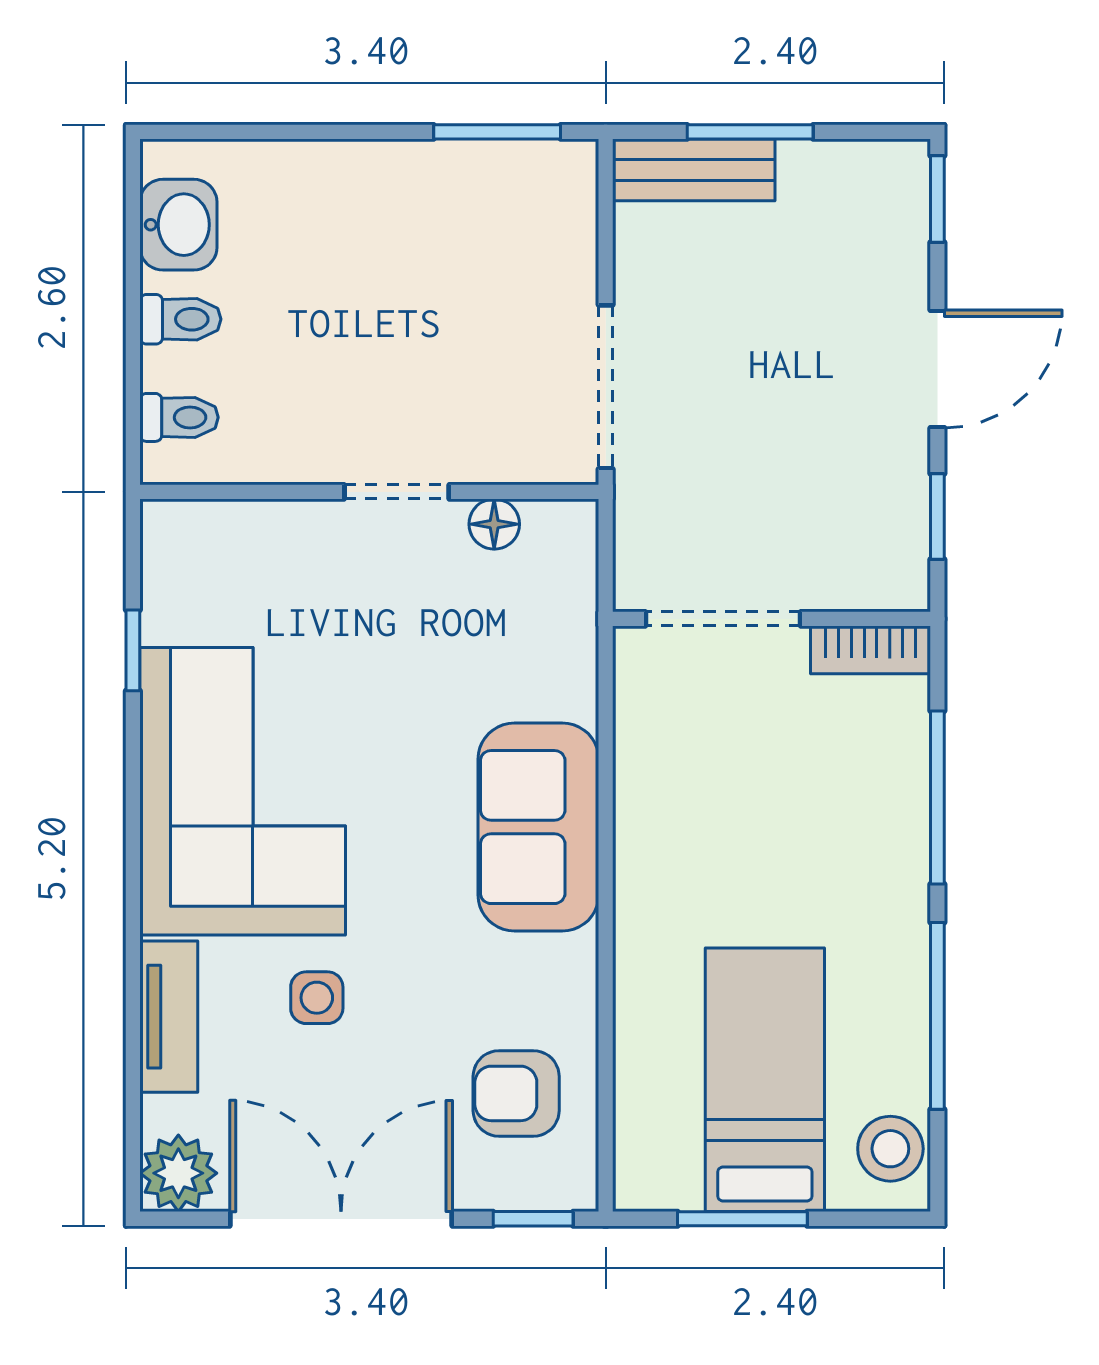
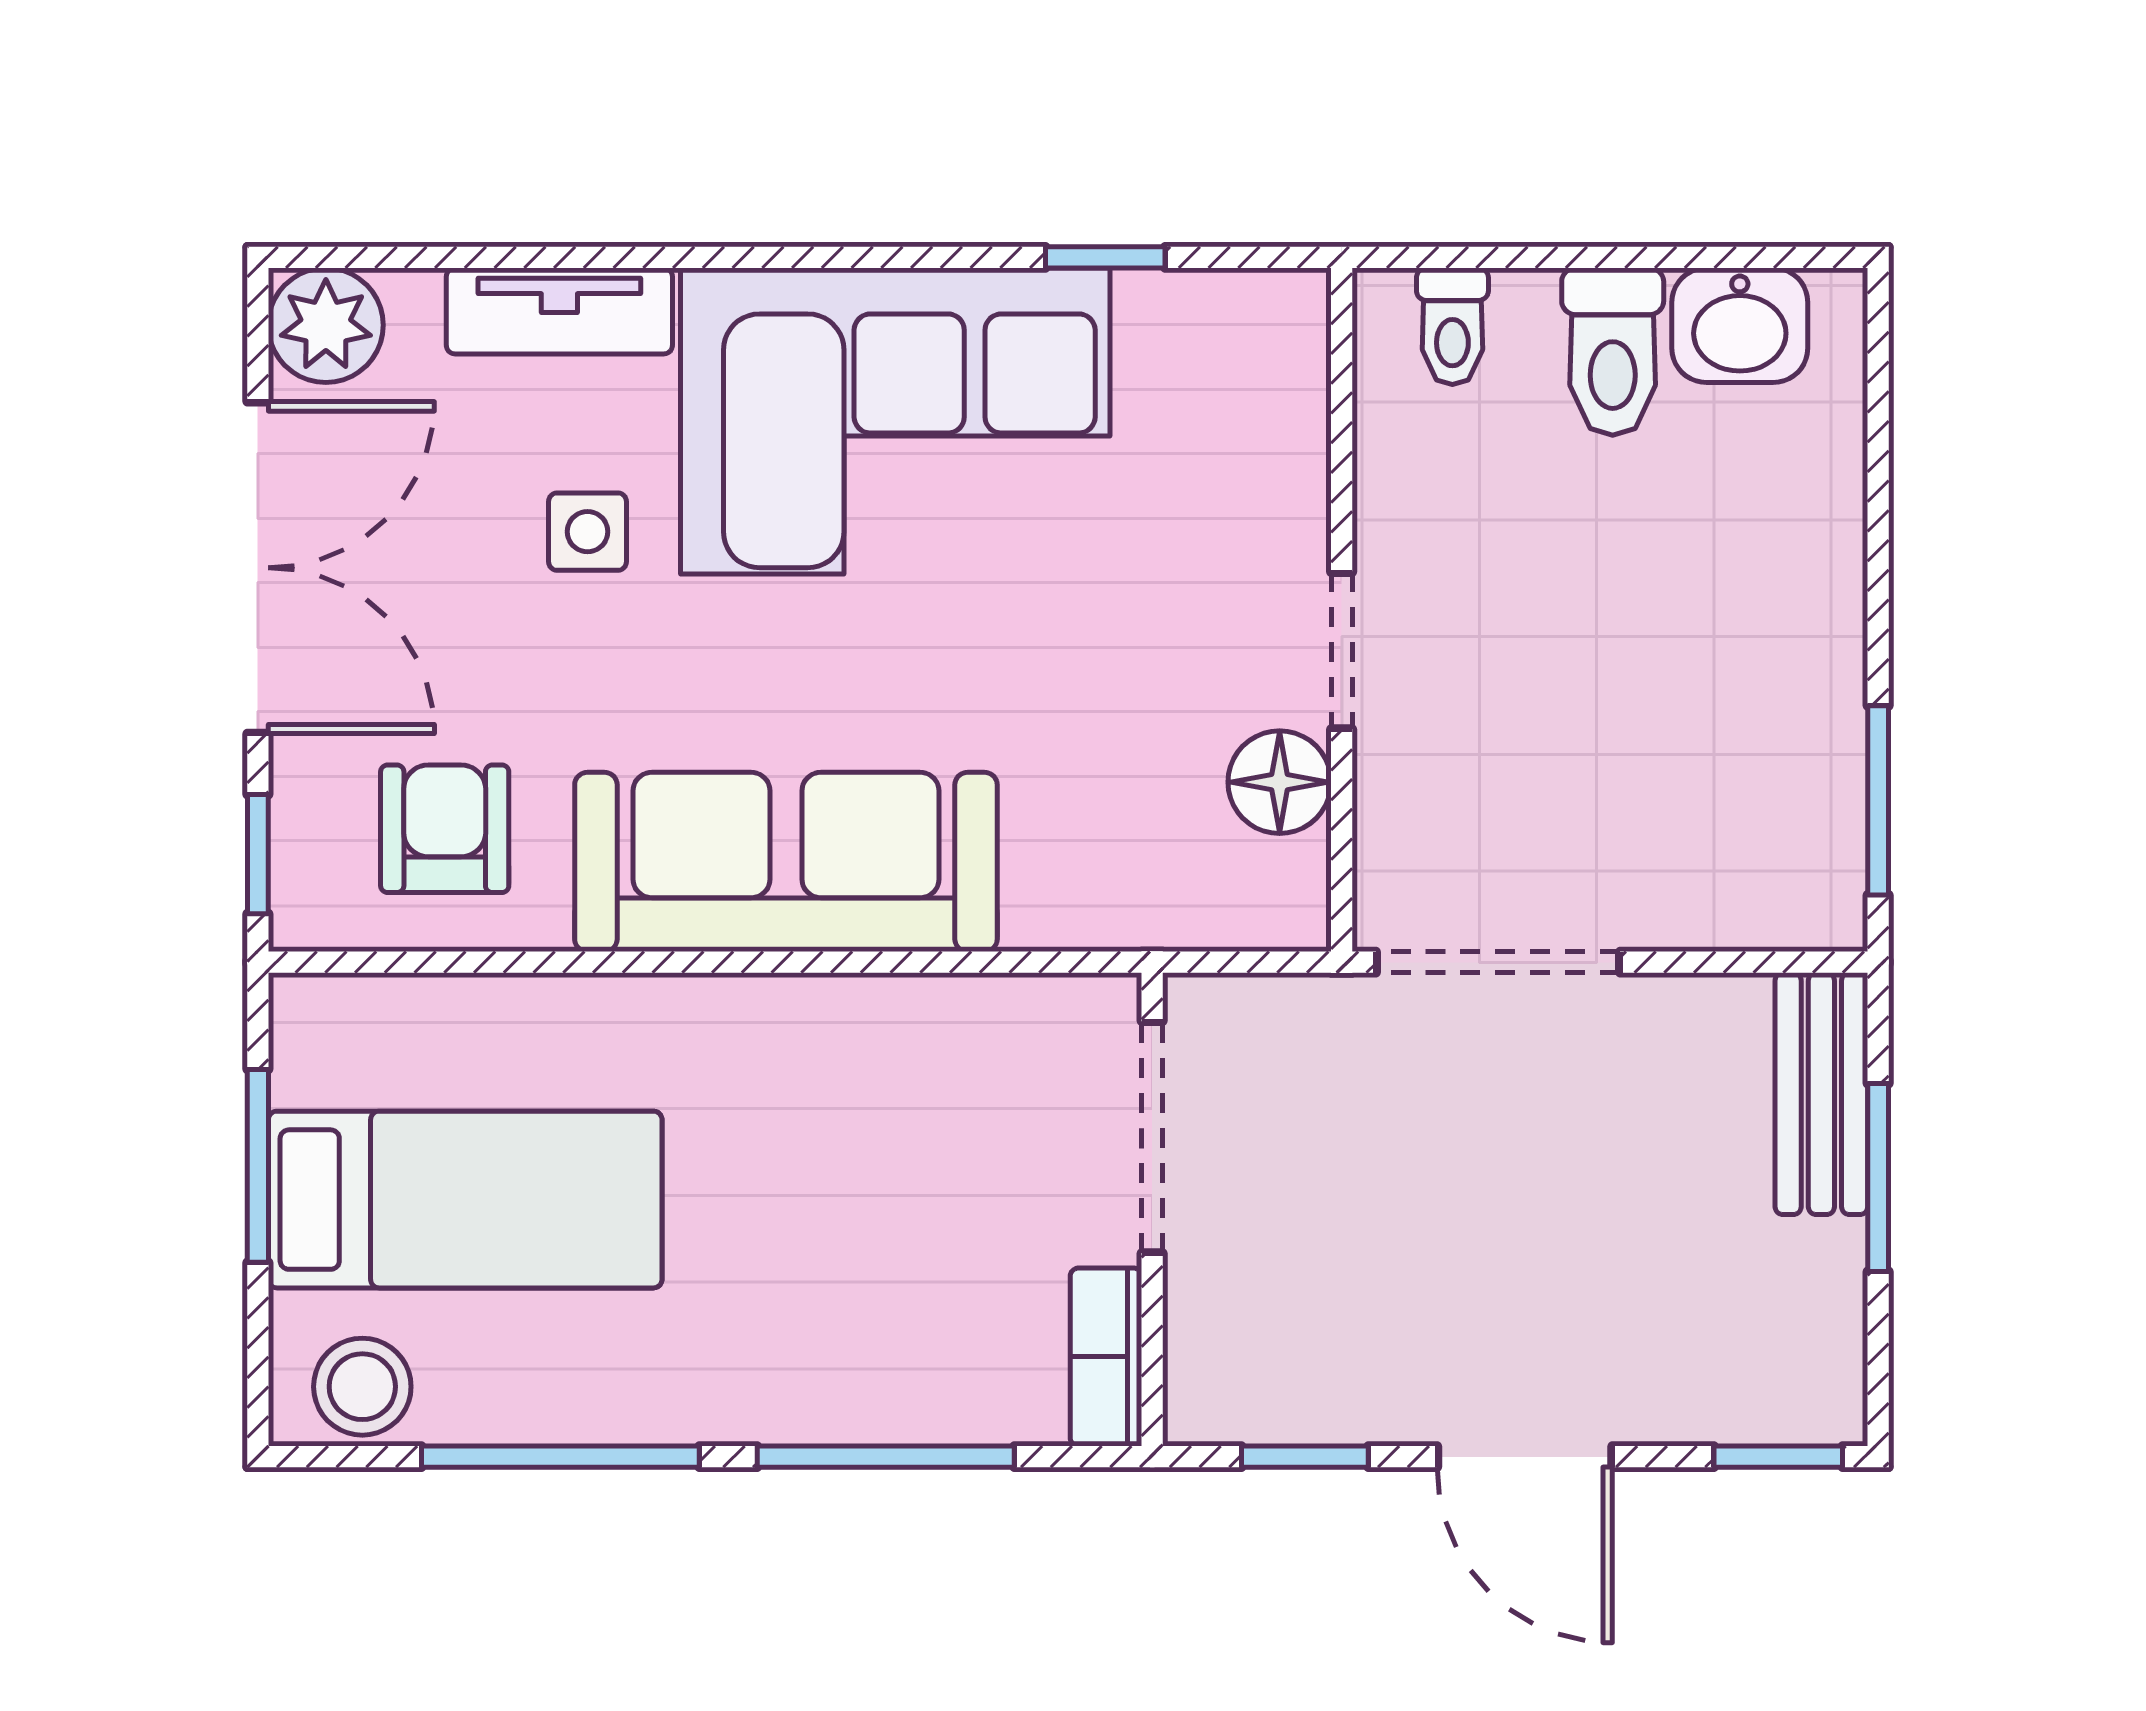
toilet: (180, 319) -> (1613, 352), width x1.37, depth x1.39
floor lamp: (494, 524) -> (1280, 782), width x1.37, depth x1.37
sofa: (538, 827) -> (786, 862), width x1.36

